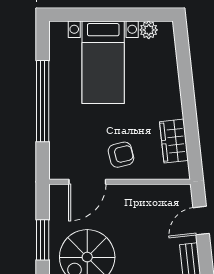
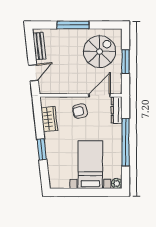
plant: (149, 30) -> (117, 184), moved
window: (187, 89) -> (42, 149), added
dresser: (58, 156) -> (117, 110), added

